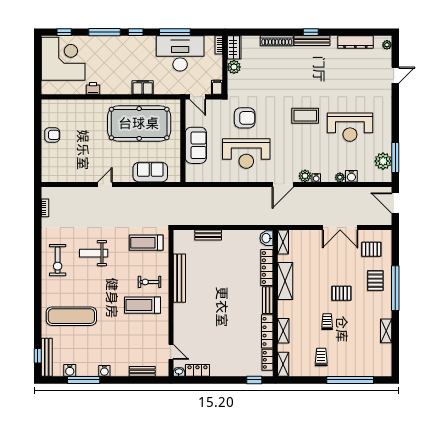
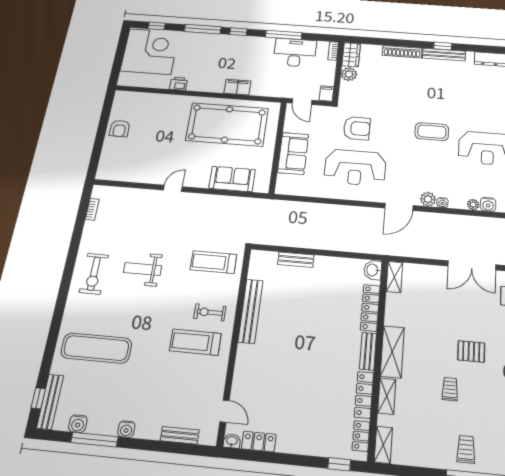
desk: (180, 53) -> (295, 53), width x0.73, depth x0.77
armchair: (52, 135) -> (120, 128), turned 90
shelving: (285, 281) -> (392, 352), moved
trolley: (321, 357) -> (466, 449), moved

